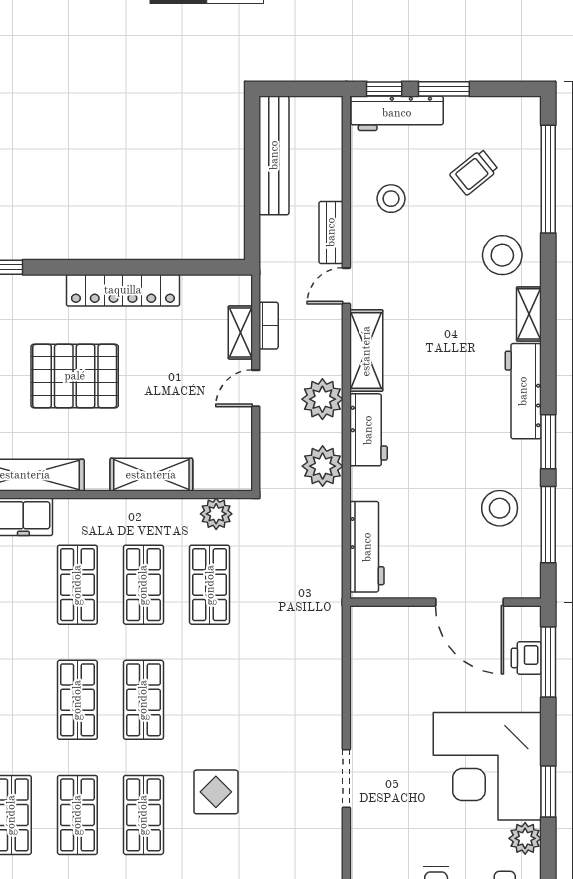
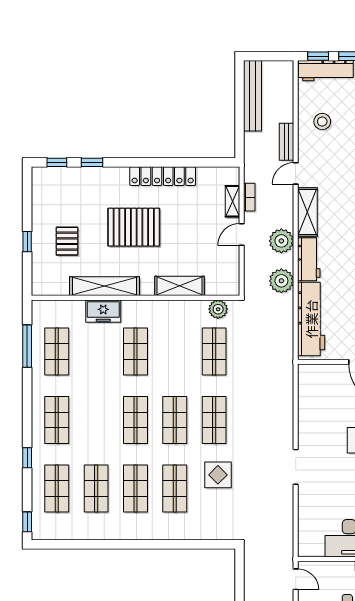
workbench: (367, 547) -> (311, 319), width x1.36, depth x1.32
shop shelf: (143, 585) -> (214, 420), moved

